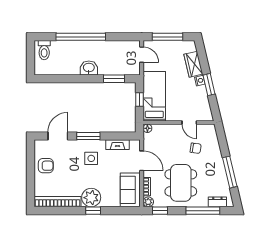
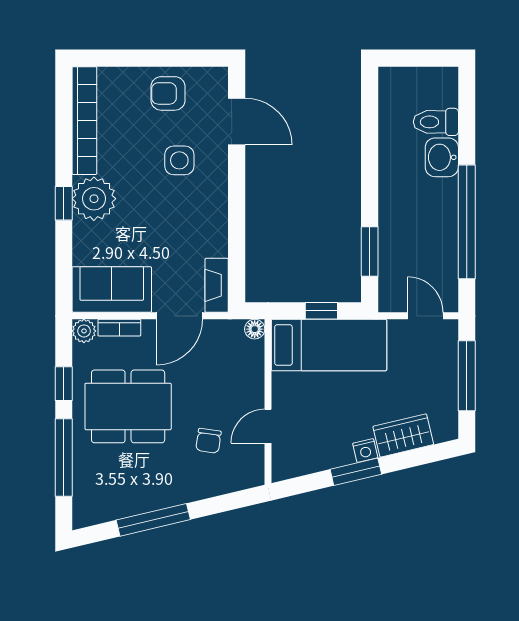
window: (81, 37) -> (467, 222), moved
toilet: (44, 50) -> (436, 122), moved
door: (142, 55) -> (425, 316), swing flipped
washbasin: (89, 68) -> (442, 157), moved, turned 180
window: (88, 136) -> (237, 192), removed
fireplace: (118, 145) -> (217, 285), moved
side table: (91, 158) -> (179, 160), moved
armchair: (46, 166) -> (168, 93), turned 90
dresser: (217, 202) -> (84, 491), removed
window: (160, 211) -> (64, 384), moved

